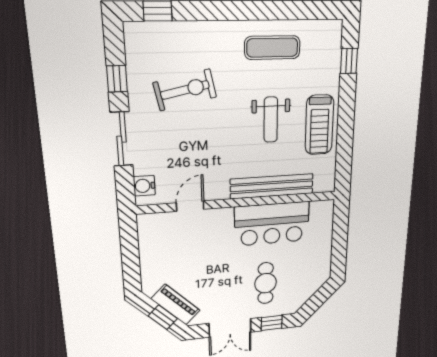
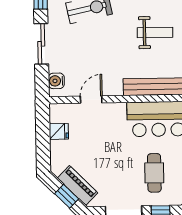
weight bench: (271, 120) -> (155, 32), turned -90
fridge: (150, 246) -> (59, 131), added

